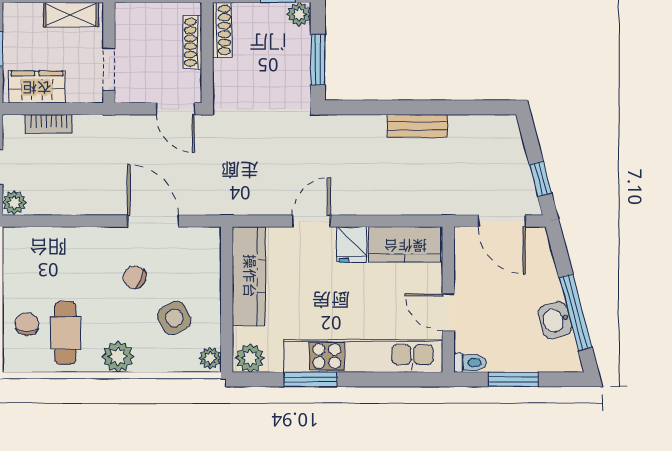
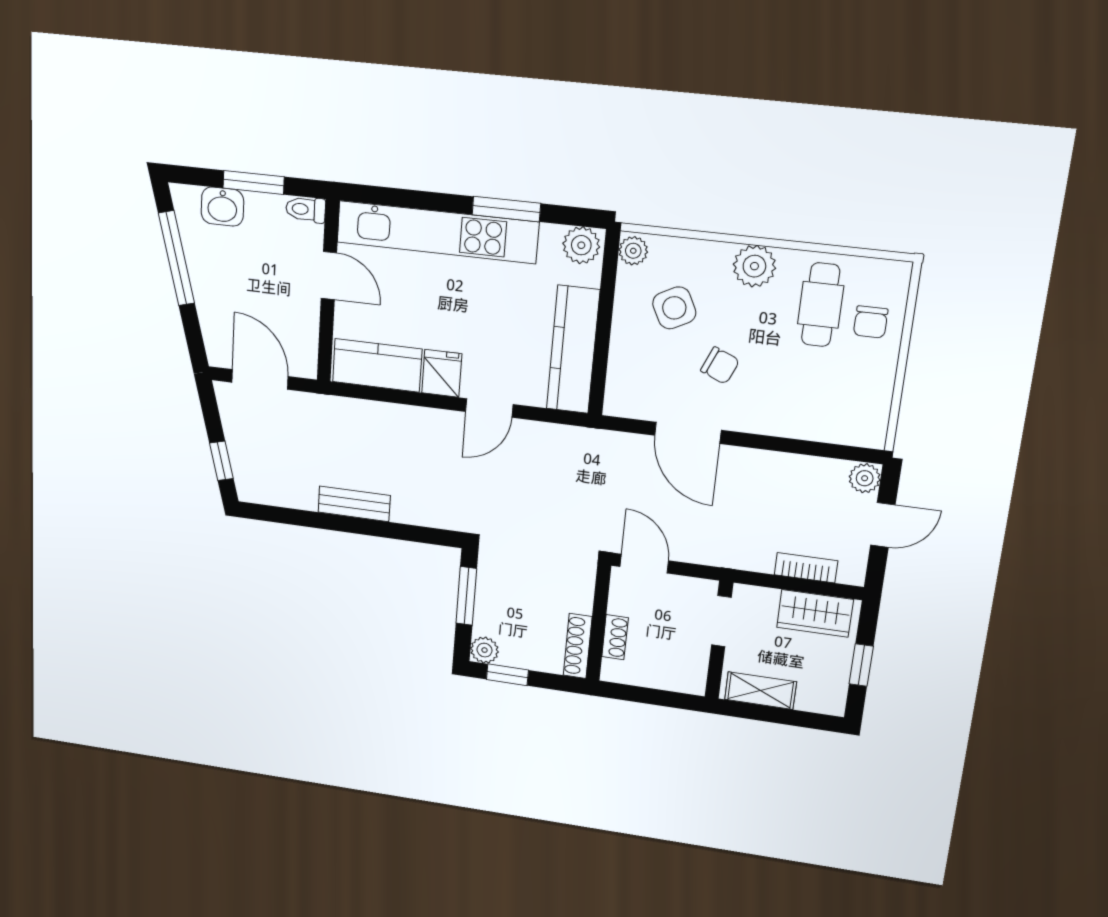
shoe rack: (192, 42) -> (615, 637), width x0.70
window: (540, 179) -> (221, 461), moved
washbasin: (555, 320) -> (222, 207), moved, turned 105

